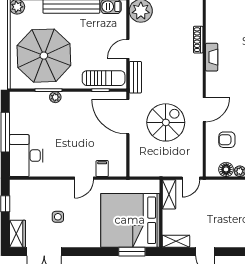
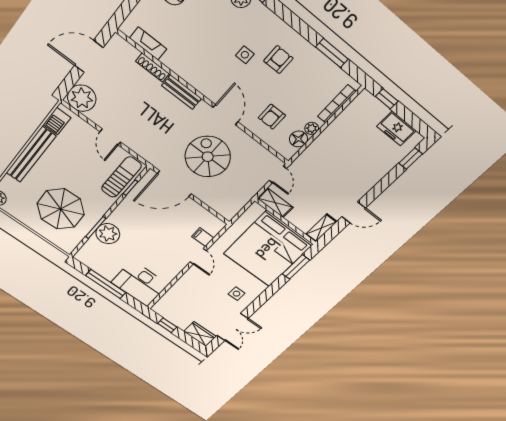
parasol: (44, 56) -> (61, 209), width x0.73, depth x0.73
fireplace: (212, 57) -> (148, 44), moved
bench: (135, 77) -> (182, 92), moved
plant: (55, 97) -> (108, 234), width x1.88, depth x1.88
side table: (58, 217) -> (237, 294), moved

